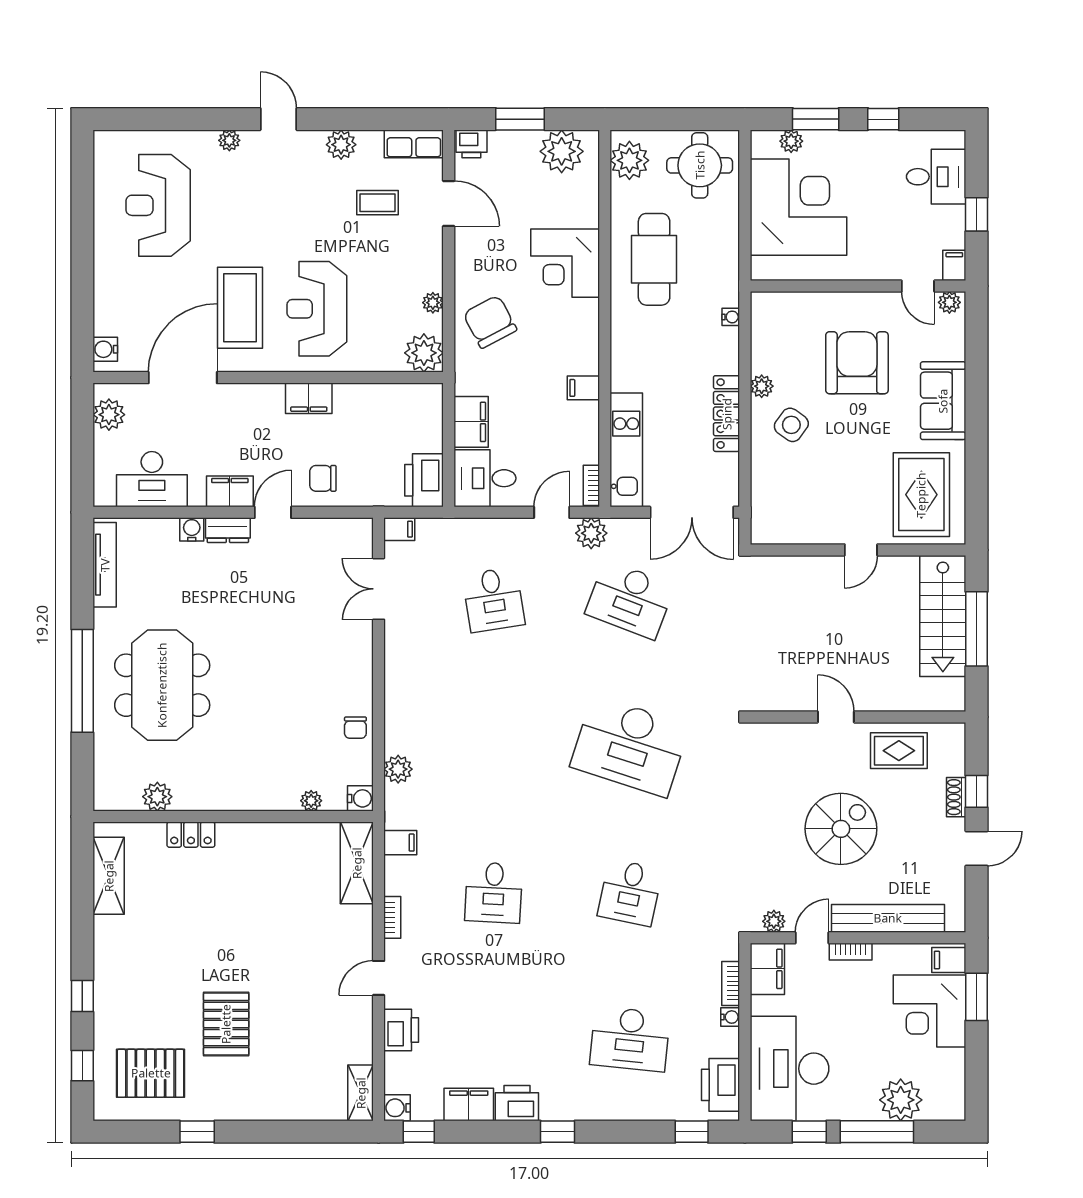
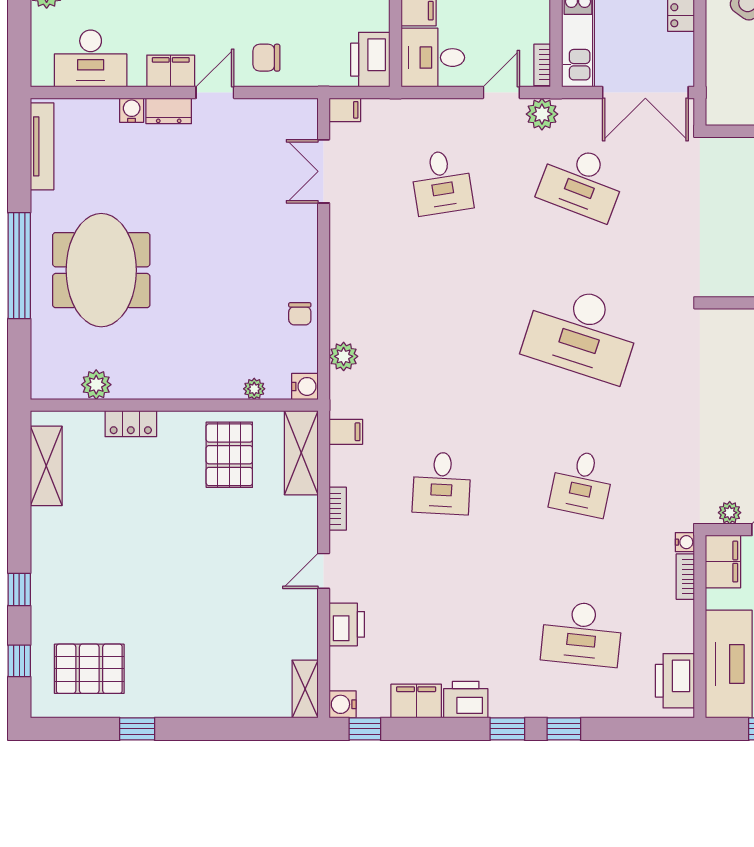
water cooler: (730, 1017) -> (685, 542), moved
pallet: (226, 1024) -> (229, 455), moved
window: (692, 1132) -> (564, 729), moved

